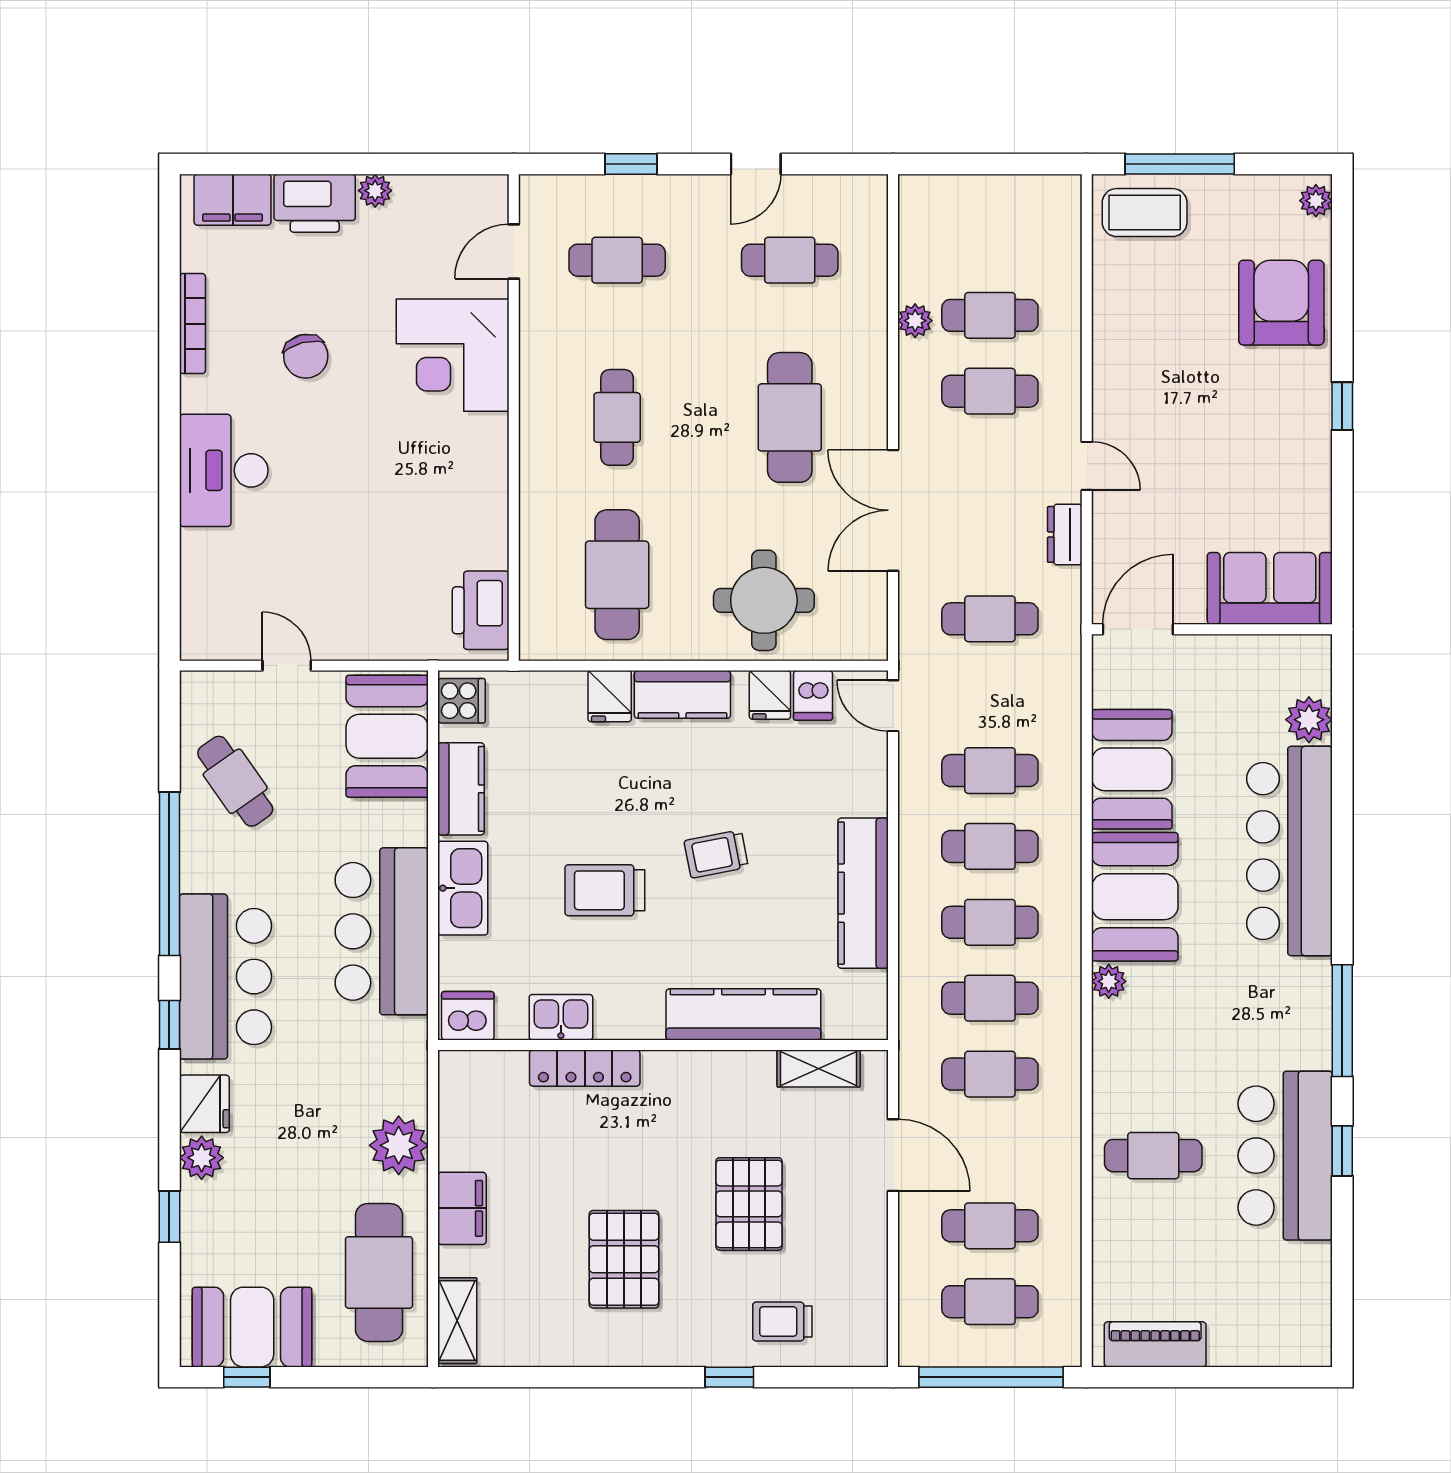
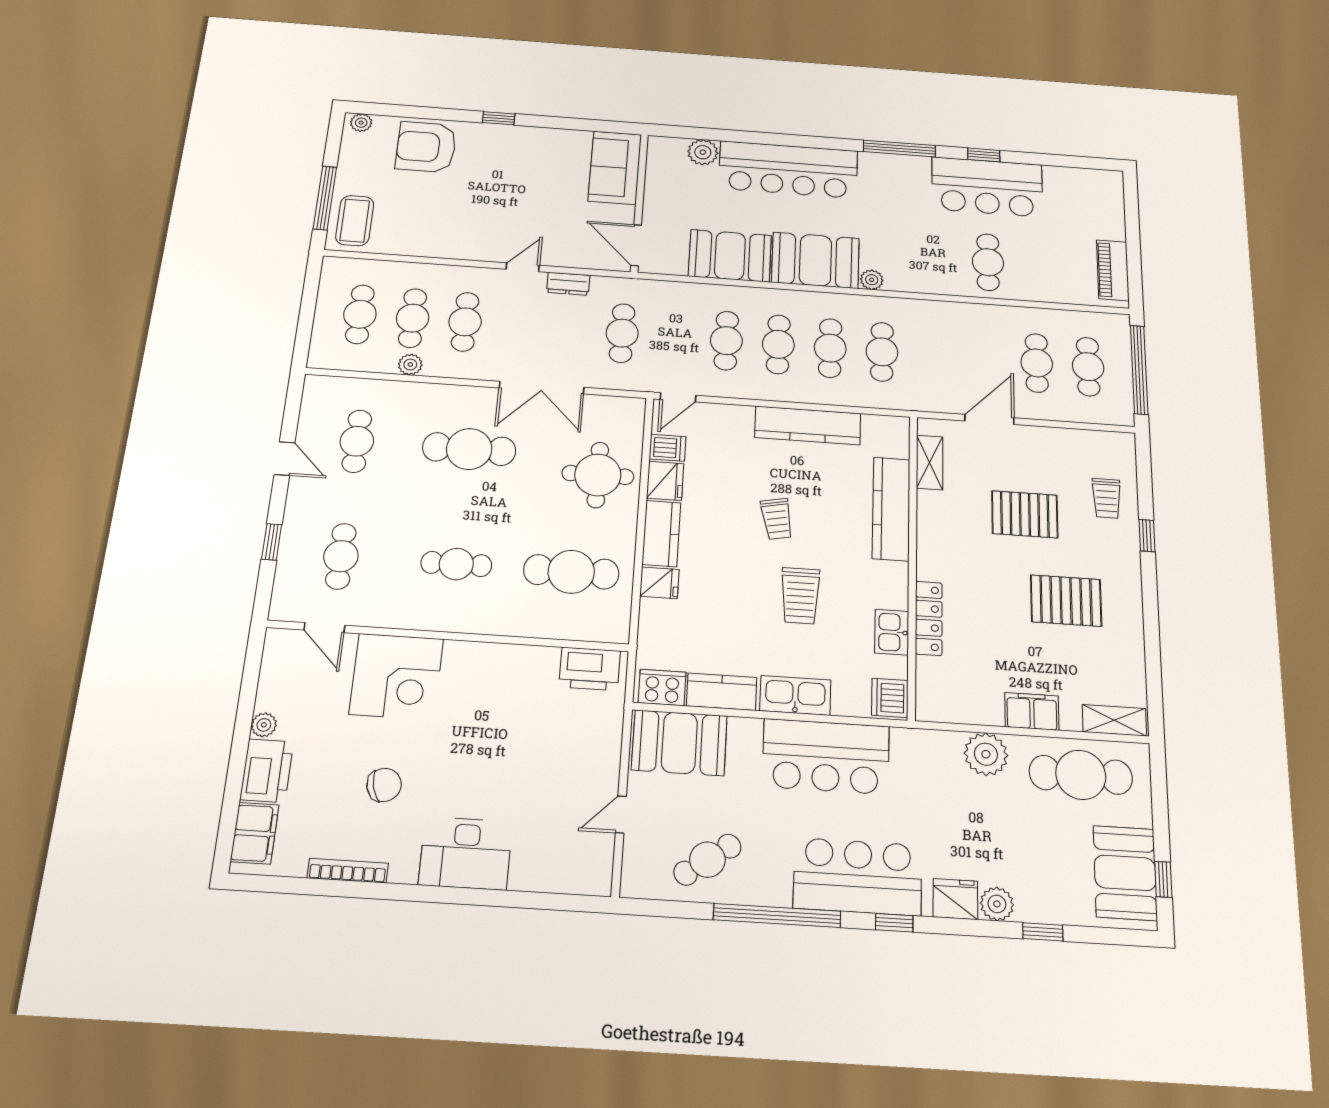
fridge: (770, 695) -> (665, 481), width x1.38
cooker: (461, 701) -> (662, 687), width x1.36
cafe table: (990, 1074) -> (360, 314), moved

